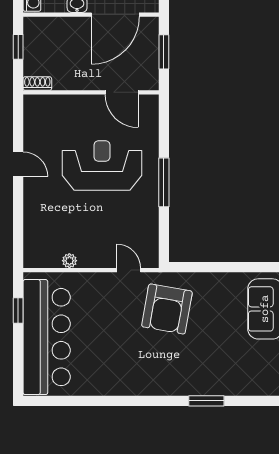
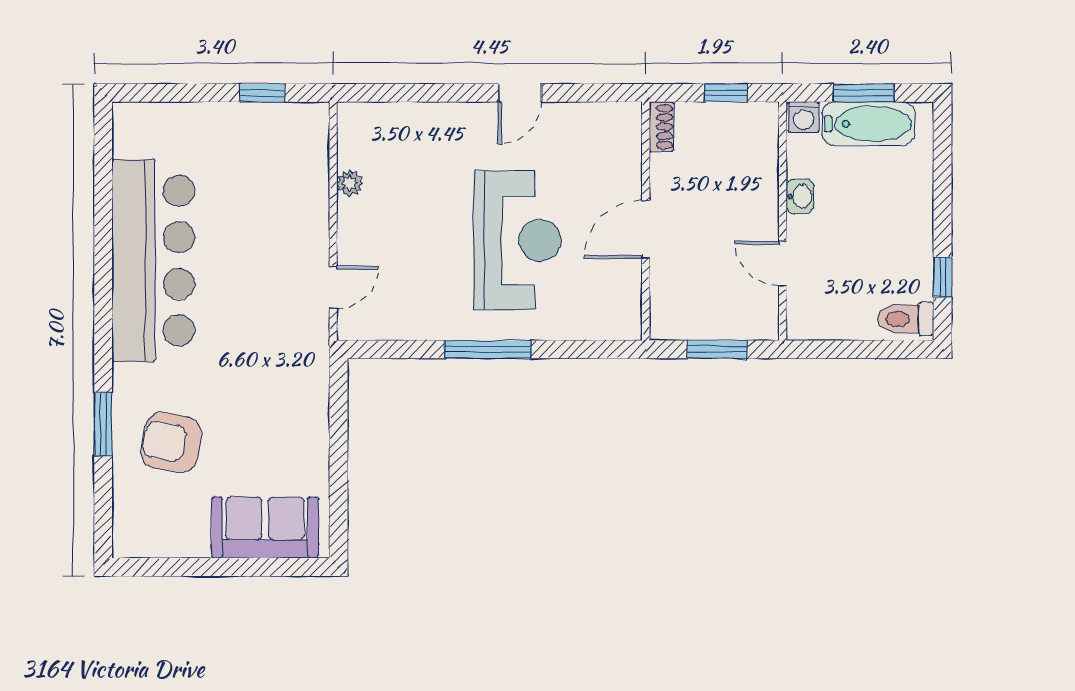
door: (115, 15) -> (783, 264), width x0.53
door: (122, 92) -> (646, 229), moved
armchair: (167, 309) -> (171, 443), moved, width x0.73, depth x0.73
bar counter: (47, 337) -> (153, 261), moved, turned -90

